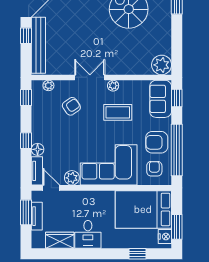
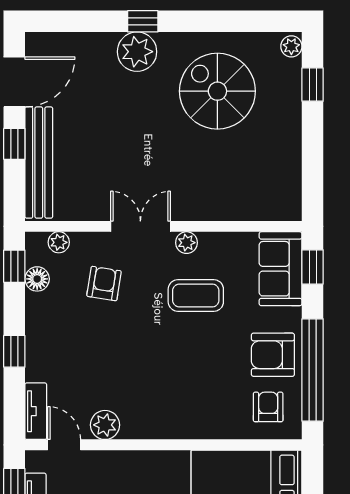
plant: (162, 65) -> (282, 202), removed
armchair: (71, 106) -> (104, 284), turned -46
floor lamp: (38, 149) -> (37, 279), moved
corner sofa: (109, 165) -> (178, 399), removed

